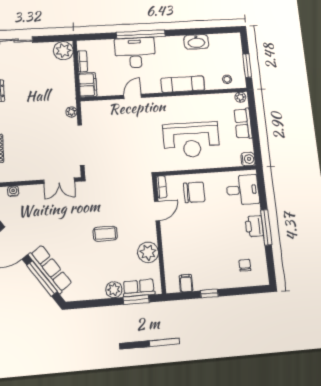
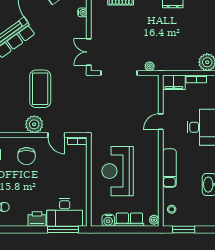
door: (133, 96) -> (161, 122), swing flipped
water cooler: (248, 159) -> (108, 220), moved
desk: (243, 190) -> (65, 212), width x1.37
chair: (194, 192) -> (26, 156), moved
window: (266, 227) -> (63, 229), moved
coffee table: (105, 234) -> (40, 89), width x1.86, depth x1.72
plant: (148, 252) -> (34, 124), moved

